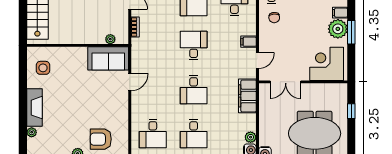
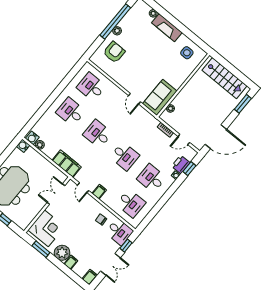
window: (351, 32) -> (41, 249), moved

